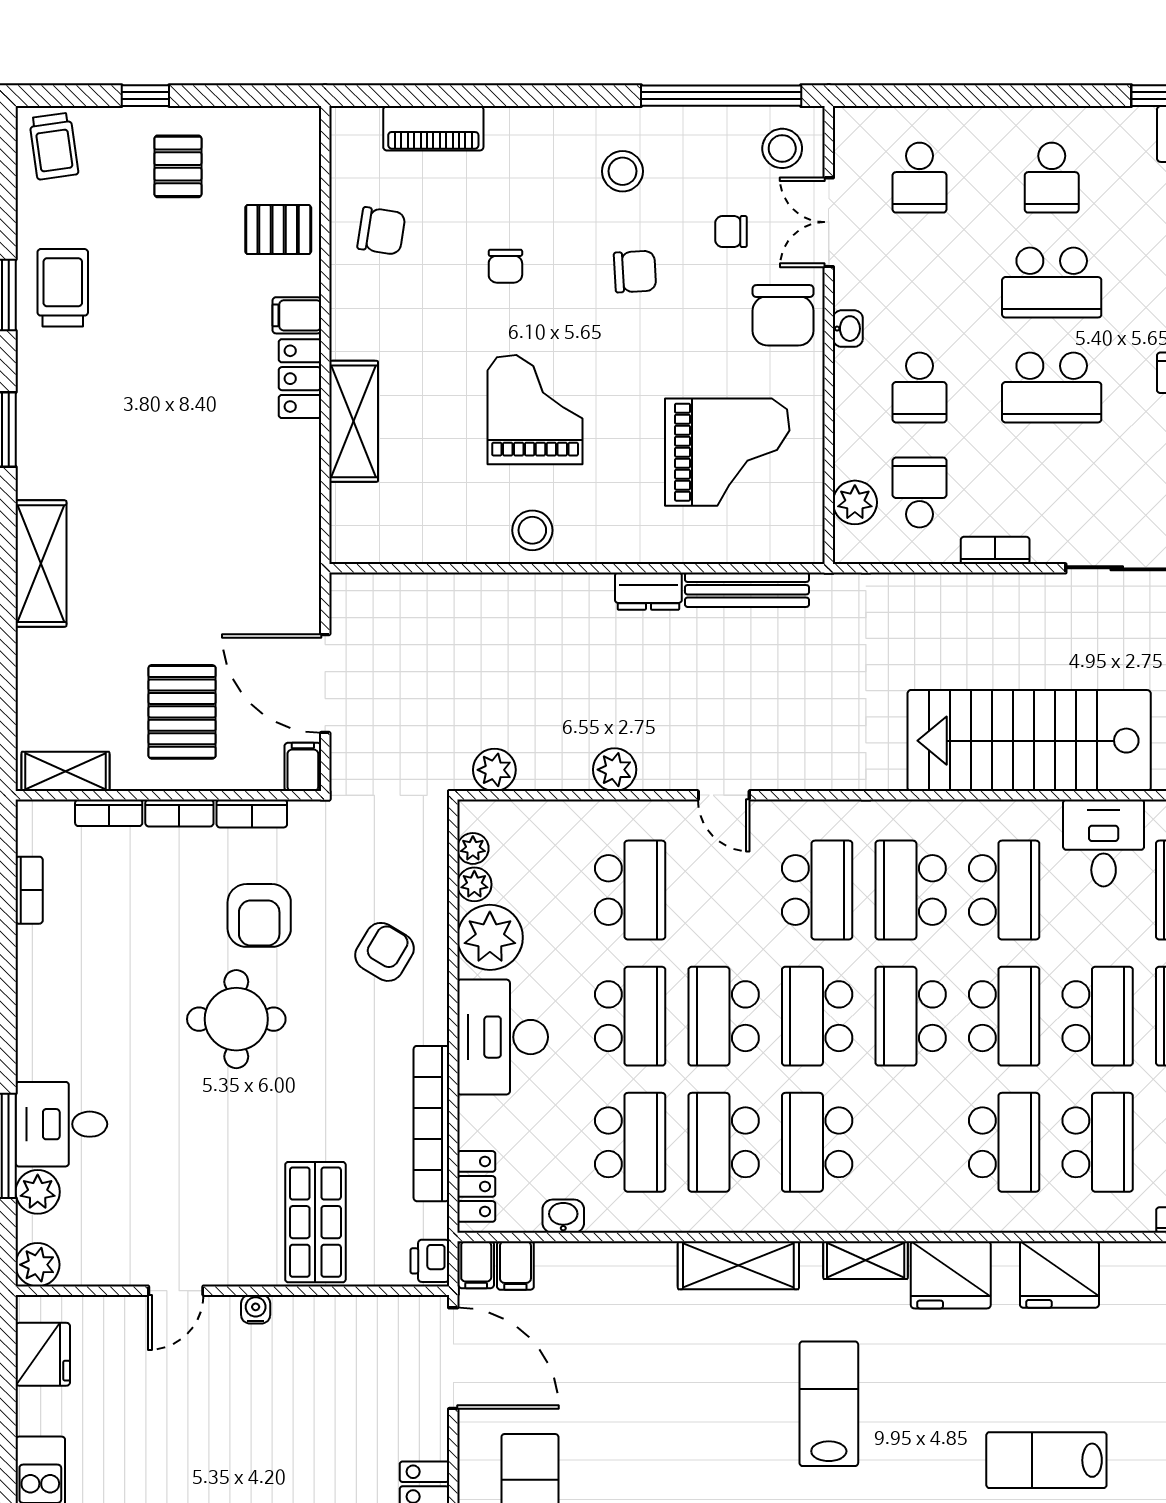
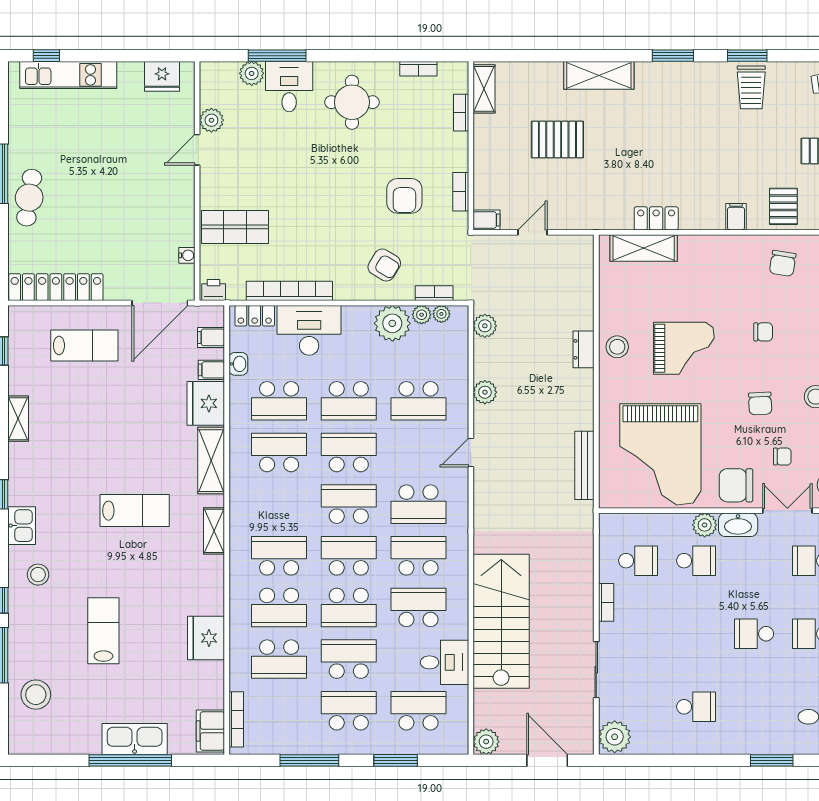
chair: (731, 231) -> (782, 457), turned 90
chair: (505, 266) -> (763, 332), turned 180
school desk: (1052, 283) -> (754, 634), width x0.54
trolley: (63, 288) -> (751, 87), turned 90
washbasin: (848, 329) -> (738, 525), width x1.91, depth x1.45
locker: (300, 379) -> (656, 218), moved
school desk: (920, 388) -> (696, 561), turned 180
school desk: (1052, 388) -> (696, 634), removed
shelving: (354, 421) -> (644, 248), moved
grand piano: (727, 452) -> (660, 454), width x1.37, depth x1.48
plant: (855, 502) -> (705, 525), moved
dresser: (648, 591) -> (584, 349), moved
door: (325, 684) -> (533, 232), width x0.53
pallet: (182, 712) -> (557, 140), moved
bookcase: (179, 813) -> (434, 293), moved, turned 90
school desk: (1004, 890) -> (418, 607), turned 180
armchair: (259, 915) -> (404, 196), turned -90
school desk: (1098, 1016) -> (349, 659), turned 180
round table: (236, 1019) -> (352, 102), moved
desk: (503, 1037) -> (309, 330), moved
school desk: (817, 1142) -> (279, 556), moved
plant: (37, 1265) -> (211, 120), moved
filing cabinet: (476, 1265) -> (211, 370), moved
fridge: (951, 1275) -> (206, 403), moved
door: (176, 1291) -> (197, 150), hinge flipped
water cooler: (256, 1309) -> (187, 255), moved

